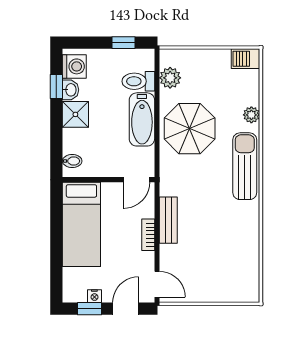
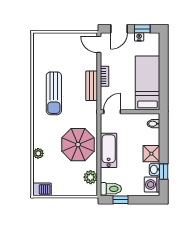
toilet: (138, 81) -> (111, 189), moved
sun lounger: (245, 166) -> (54, 93), moved

